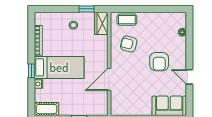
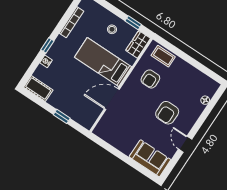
armchair: (129, 44) -> (150, 79), turned -105
bed: (59, 67) -> (103, 62), moved, turned 180

